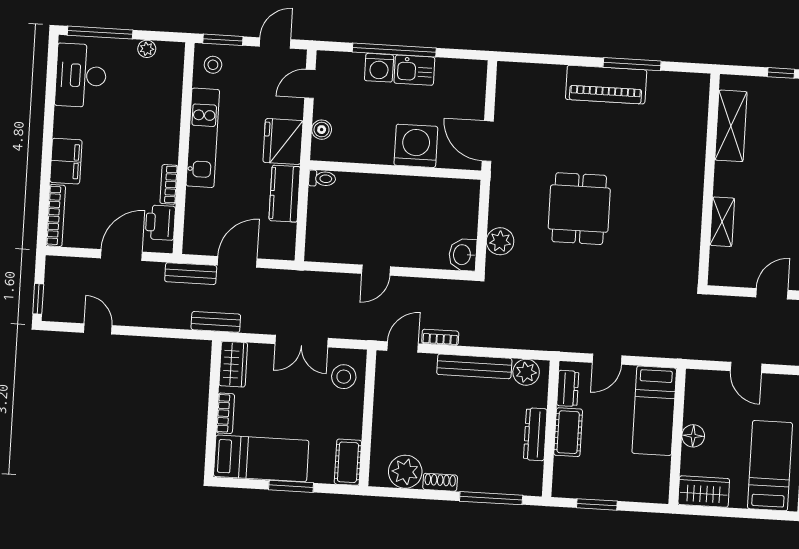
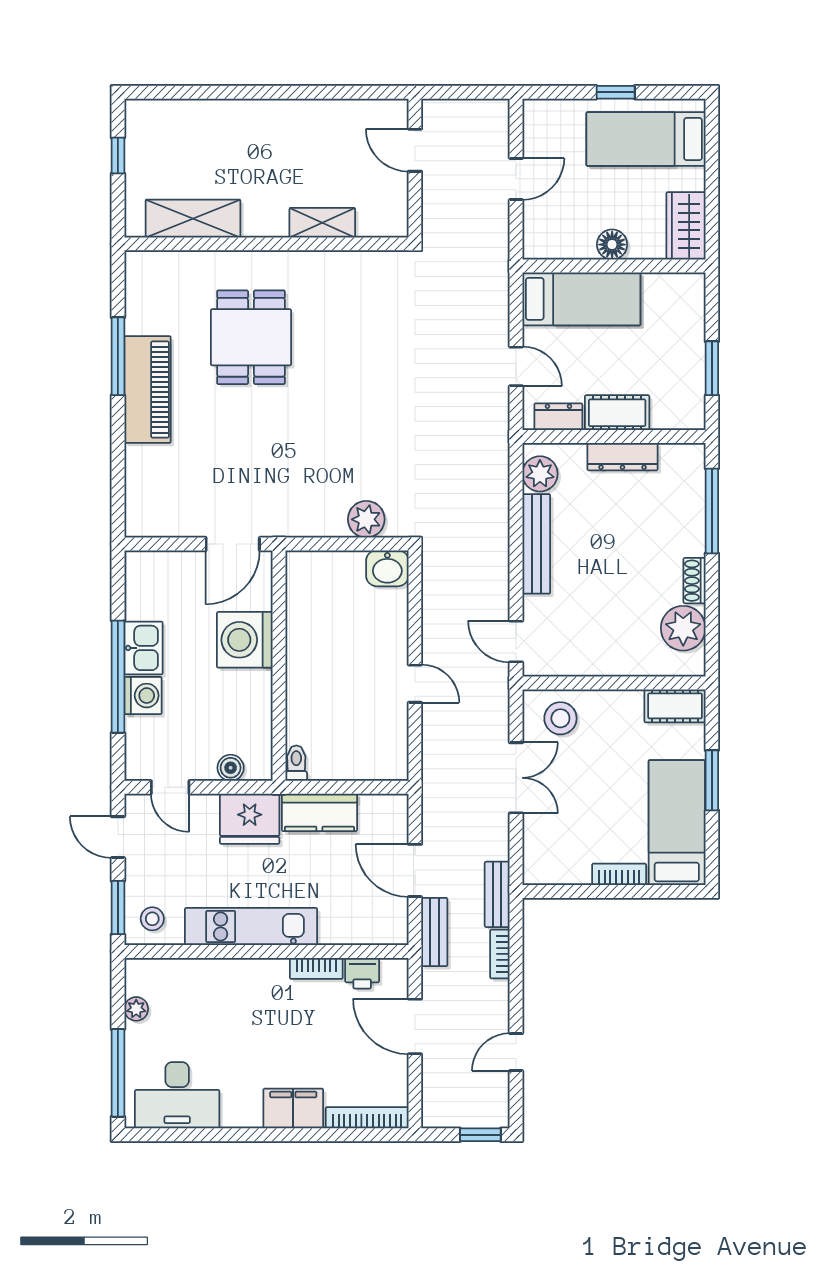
dining table: (579, 209) -> (251, 337), moved, turned 90
printer: (160, 223) -> (362, 973), width x0.73, depth x0.81
bookcase: (440, 337) -> (500, 954), moved
wardrobe: (233, 364) -> (552, 868), removed

